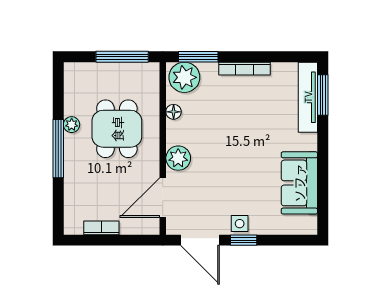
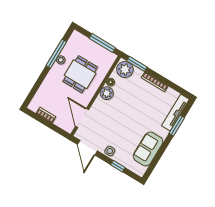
window: (323, 95) -> (177, 126), moved
window: (58, 149) -> (56, 54), moved
plant: (178, 158) -> (107, 93), moved
door: (163, 198) -> (82, 118), hinge flipped
window: (244, 240) -> (118, 166), moved

